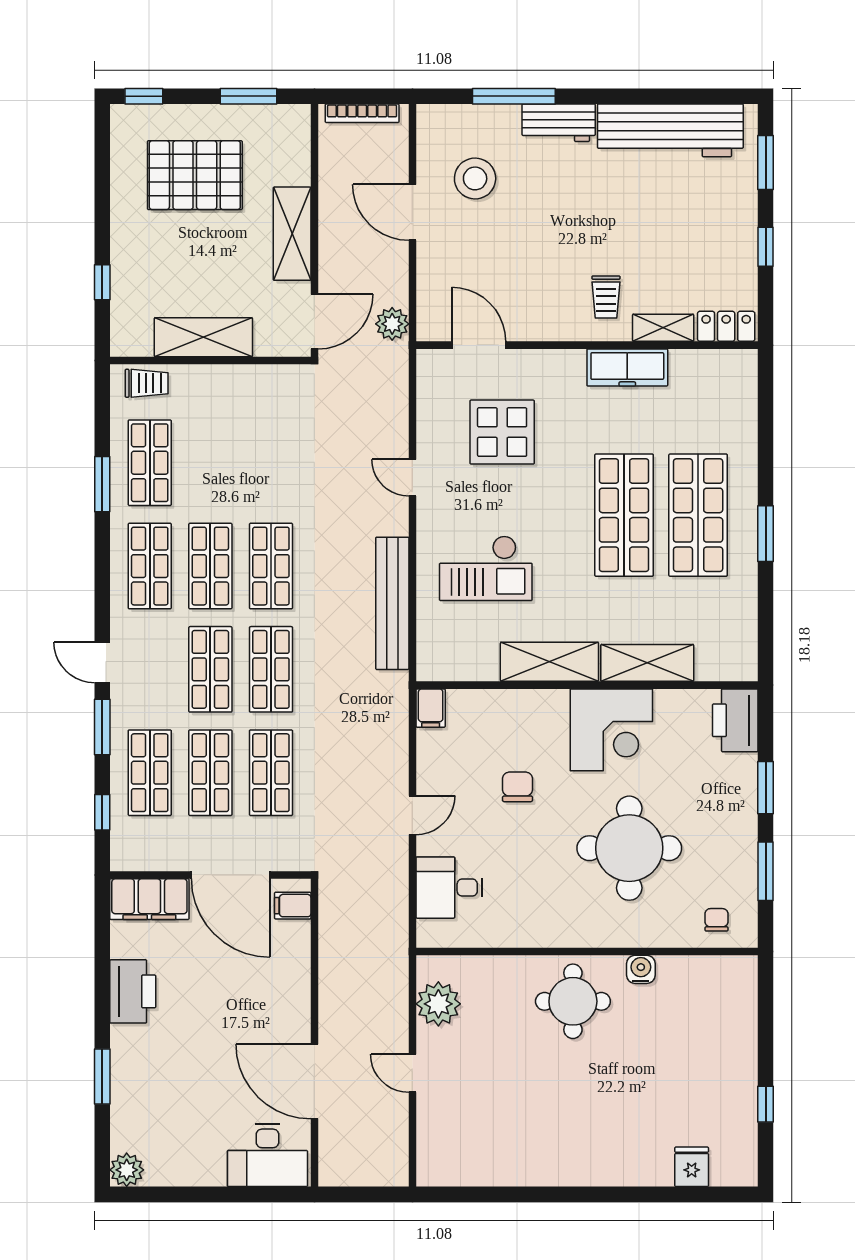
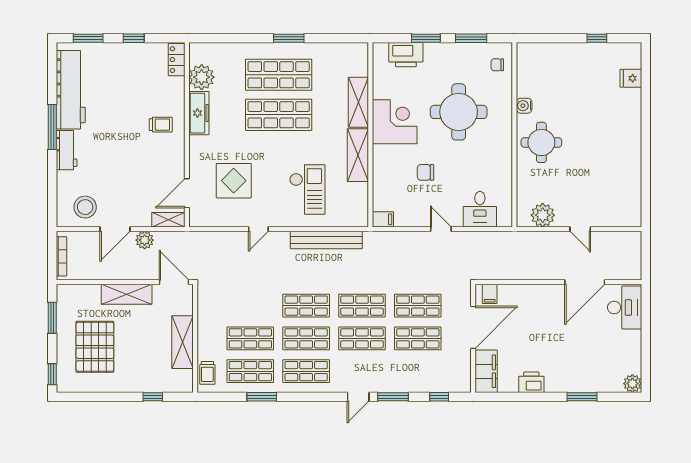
window: (514, 96) -> (52, 127), moved
stool: (475, 178) -> (85, 207), moved
plant: (392, 324) -> (145, 240), moved
shelving: (663, 328) -> (168, 220), moved, turned 90
plant: (694, 372) -> (202, 77), added
trolley: (147, 383) -> (207, 373), turned 180
printer: (735, 720) -> (406, 55), moved
shop shelf: (150, 773) -> (250, 338), moved
printer: (133, 991) -> (531, 382), width x0.73, depth x0.84
door: (412, 1073) -> (580, 229), hinge flipped

